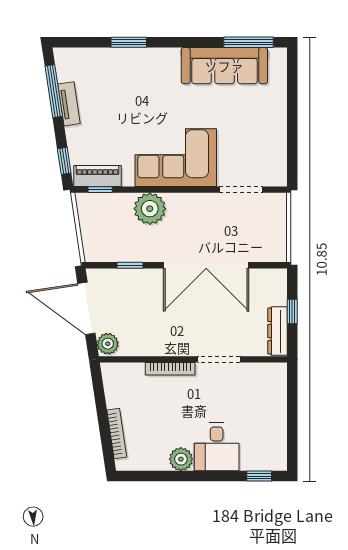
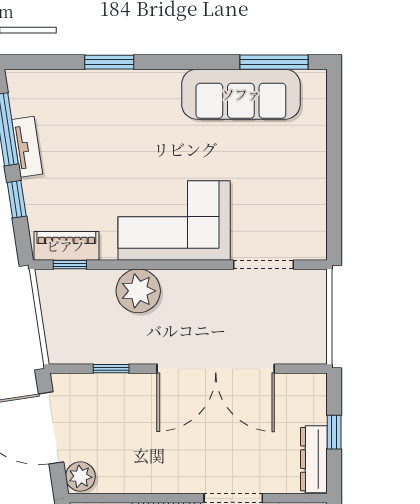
window: (64, 161) -> (17, 199), moved

